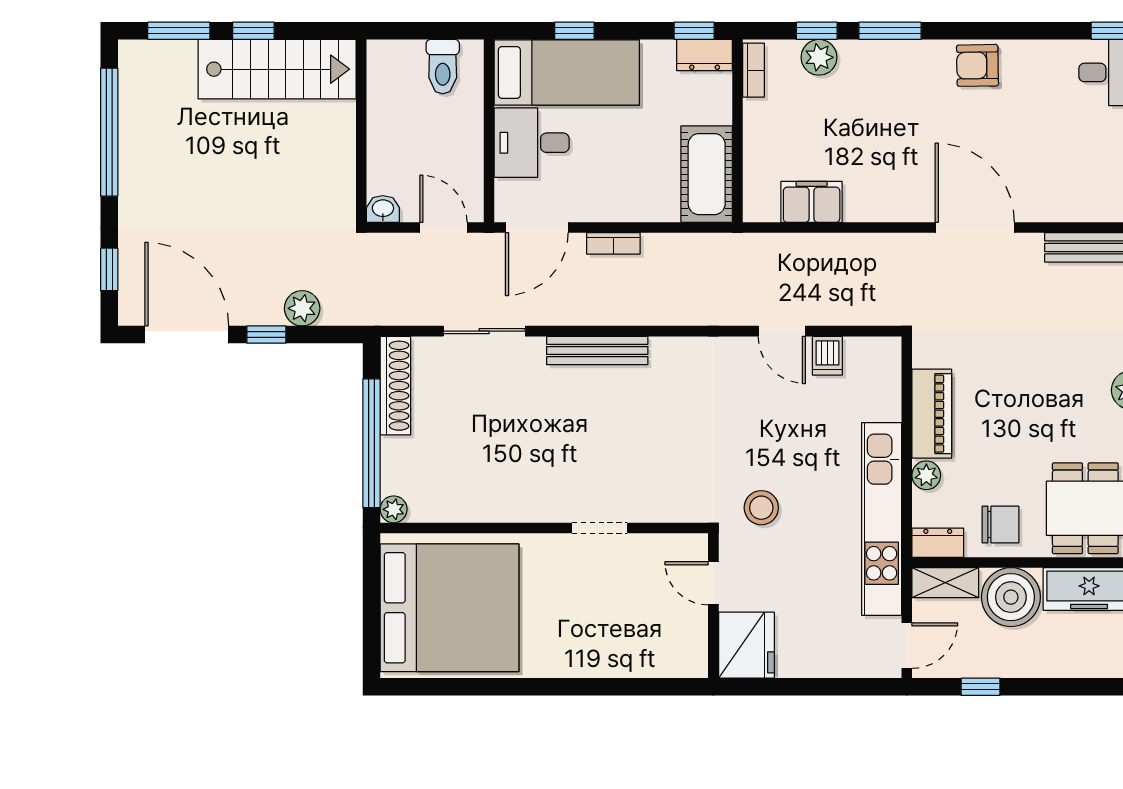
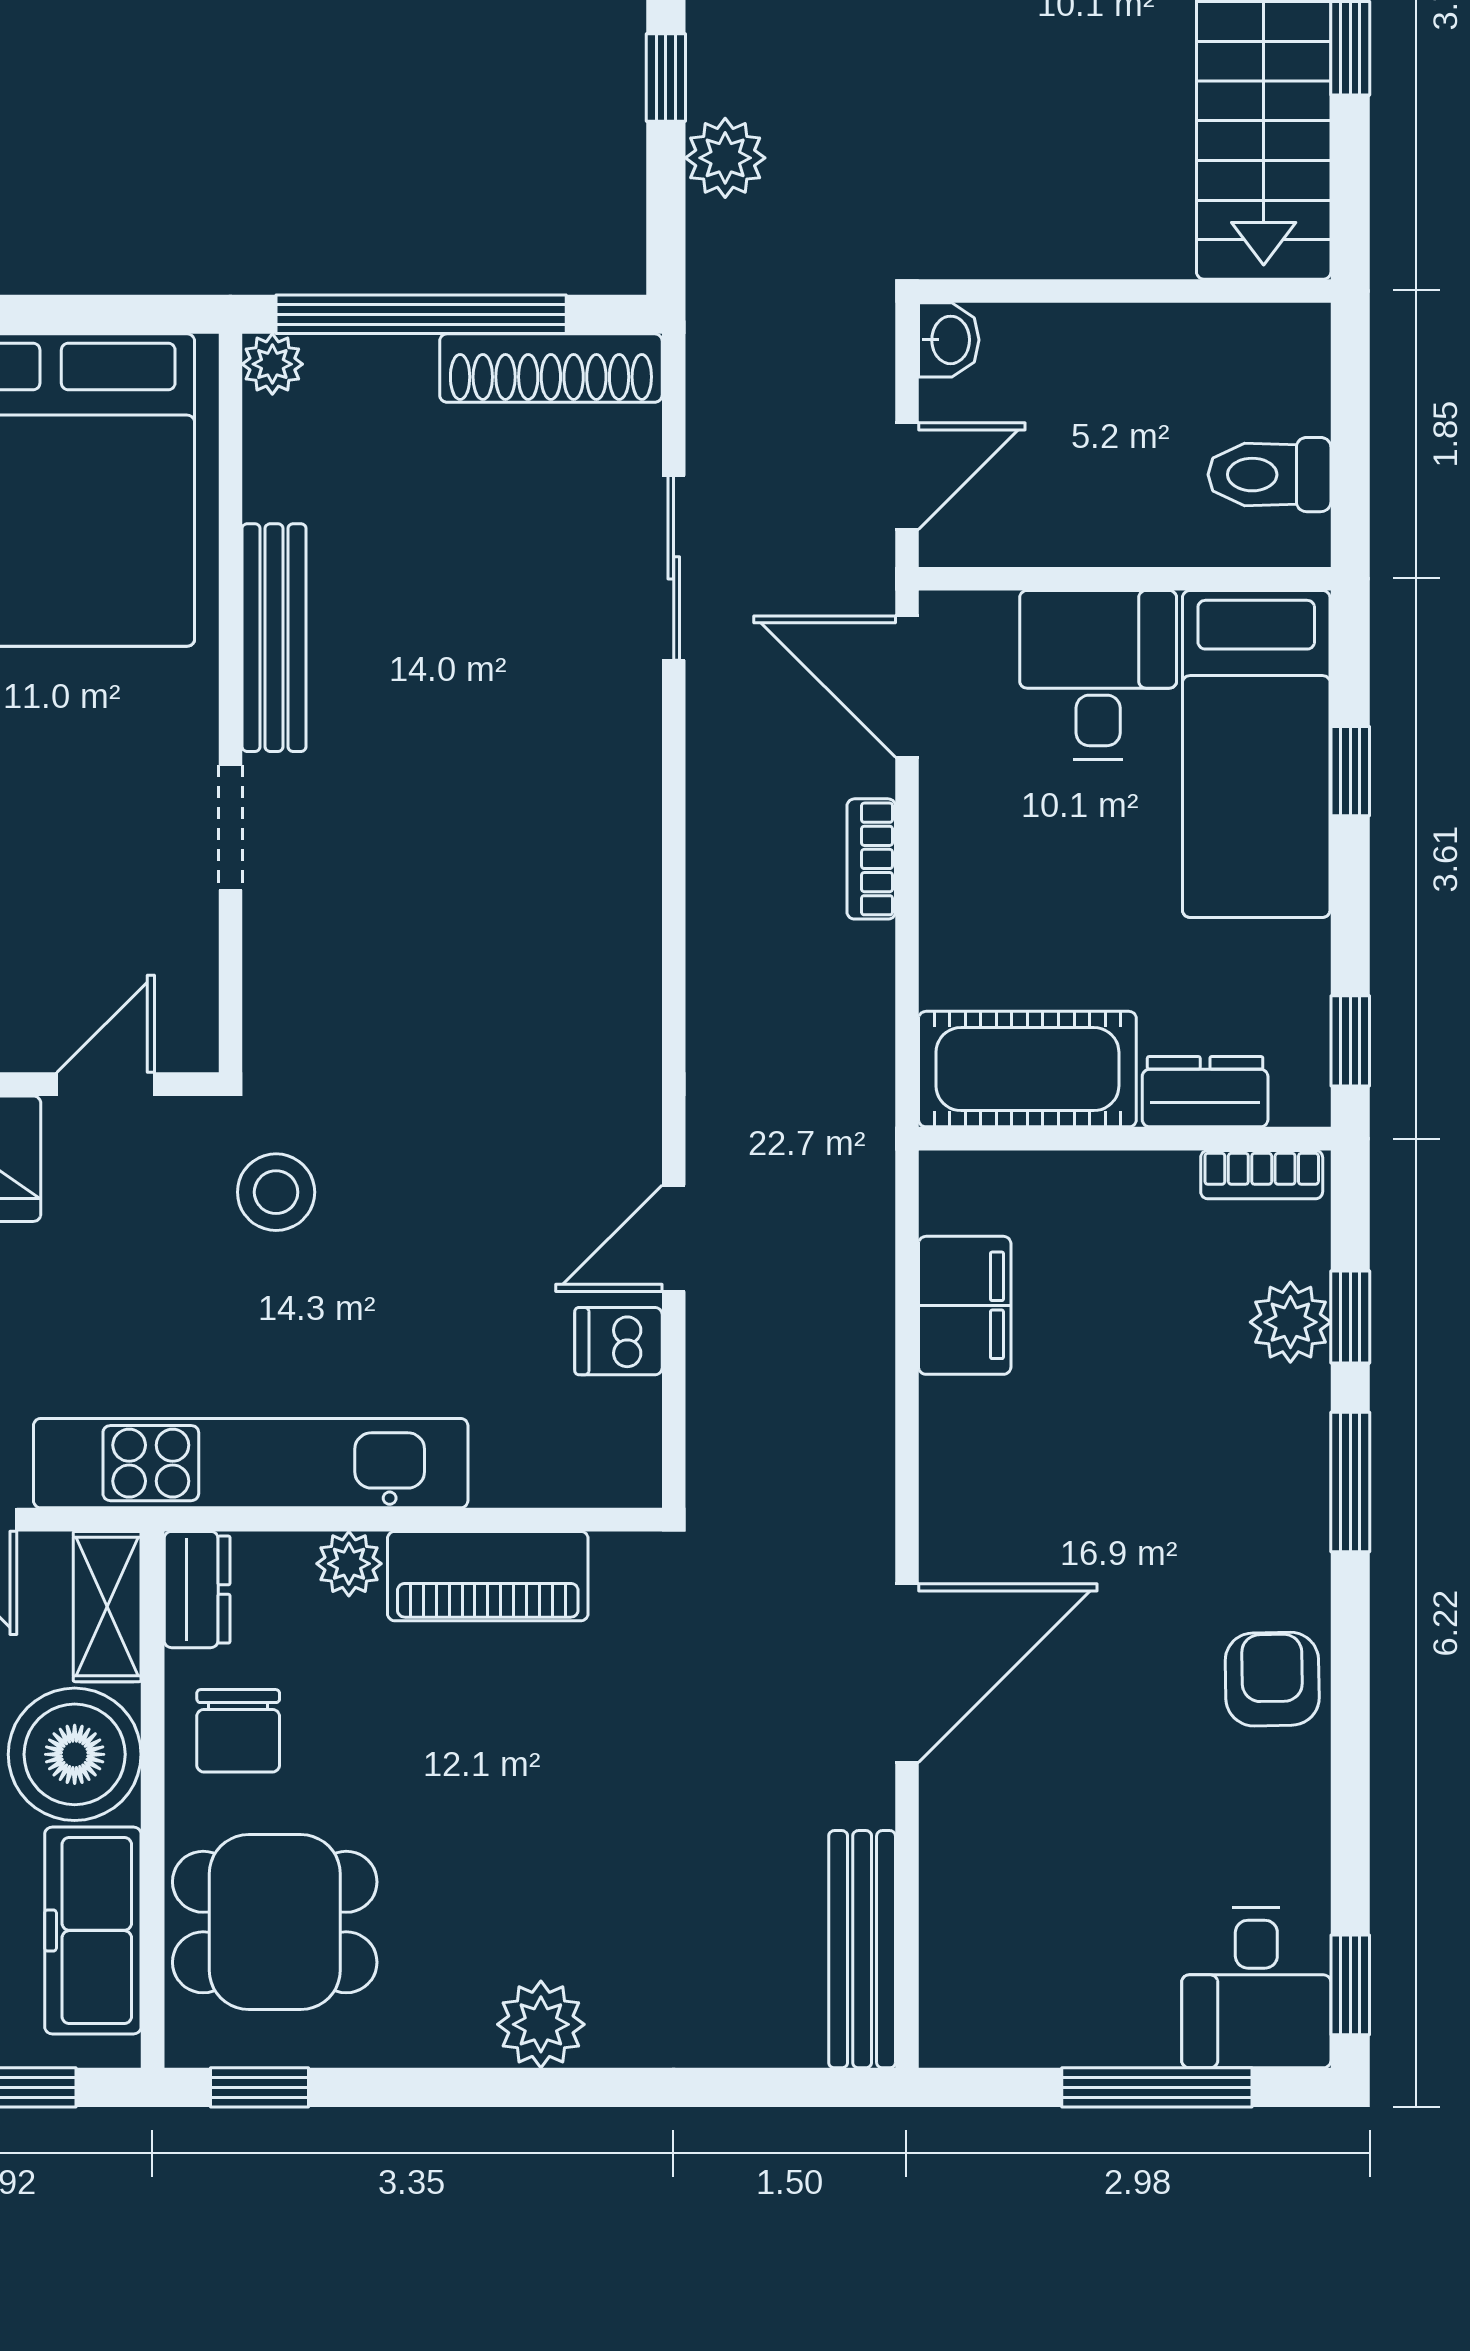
dresser: (705, 55) -> (1205, 1092), moved, turned 90
bench: (597, 350) -> (274, 638), moved

